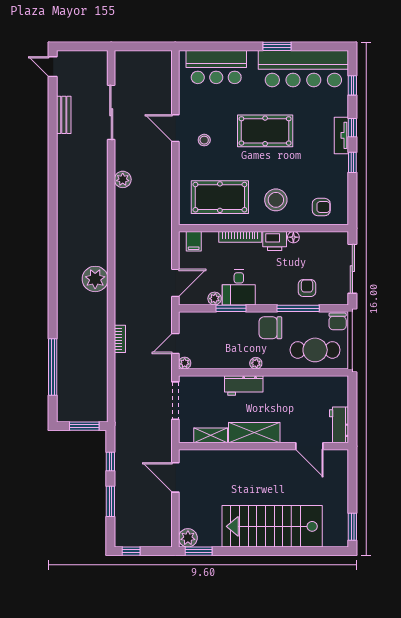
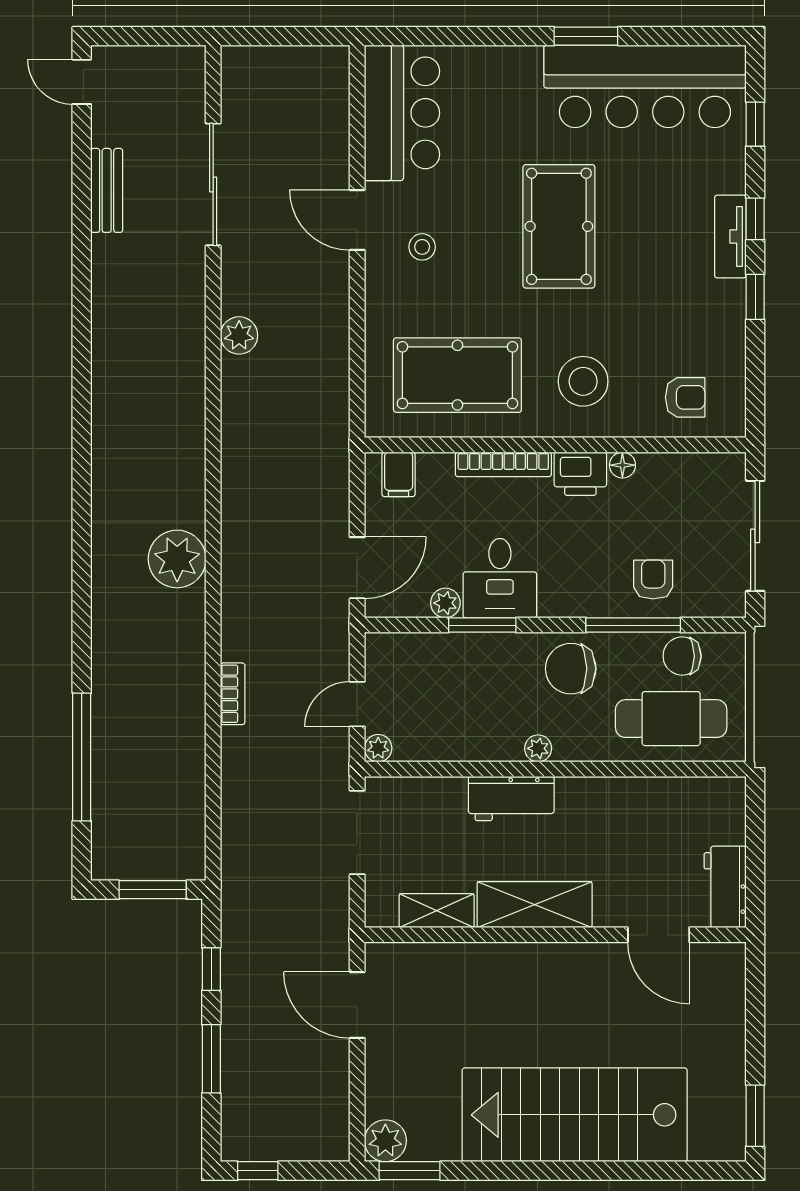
bar counter: (216, 67) -> (402, 113), moved, turned -90
pool table: (265, 131) -> (559, 226), turned 90
chair: (338, 321) -> (682, 656), moved, turned 90

